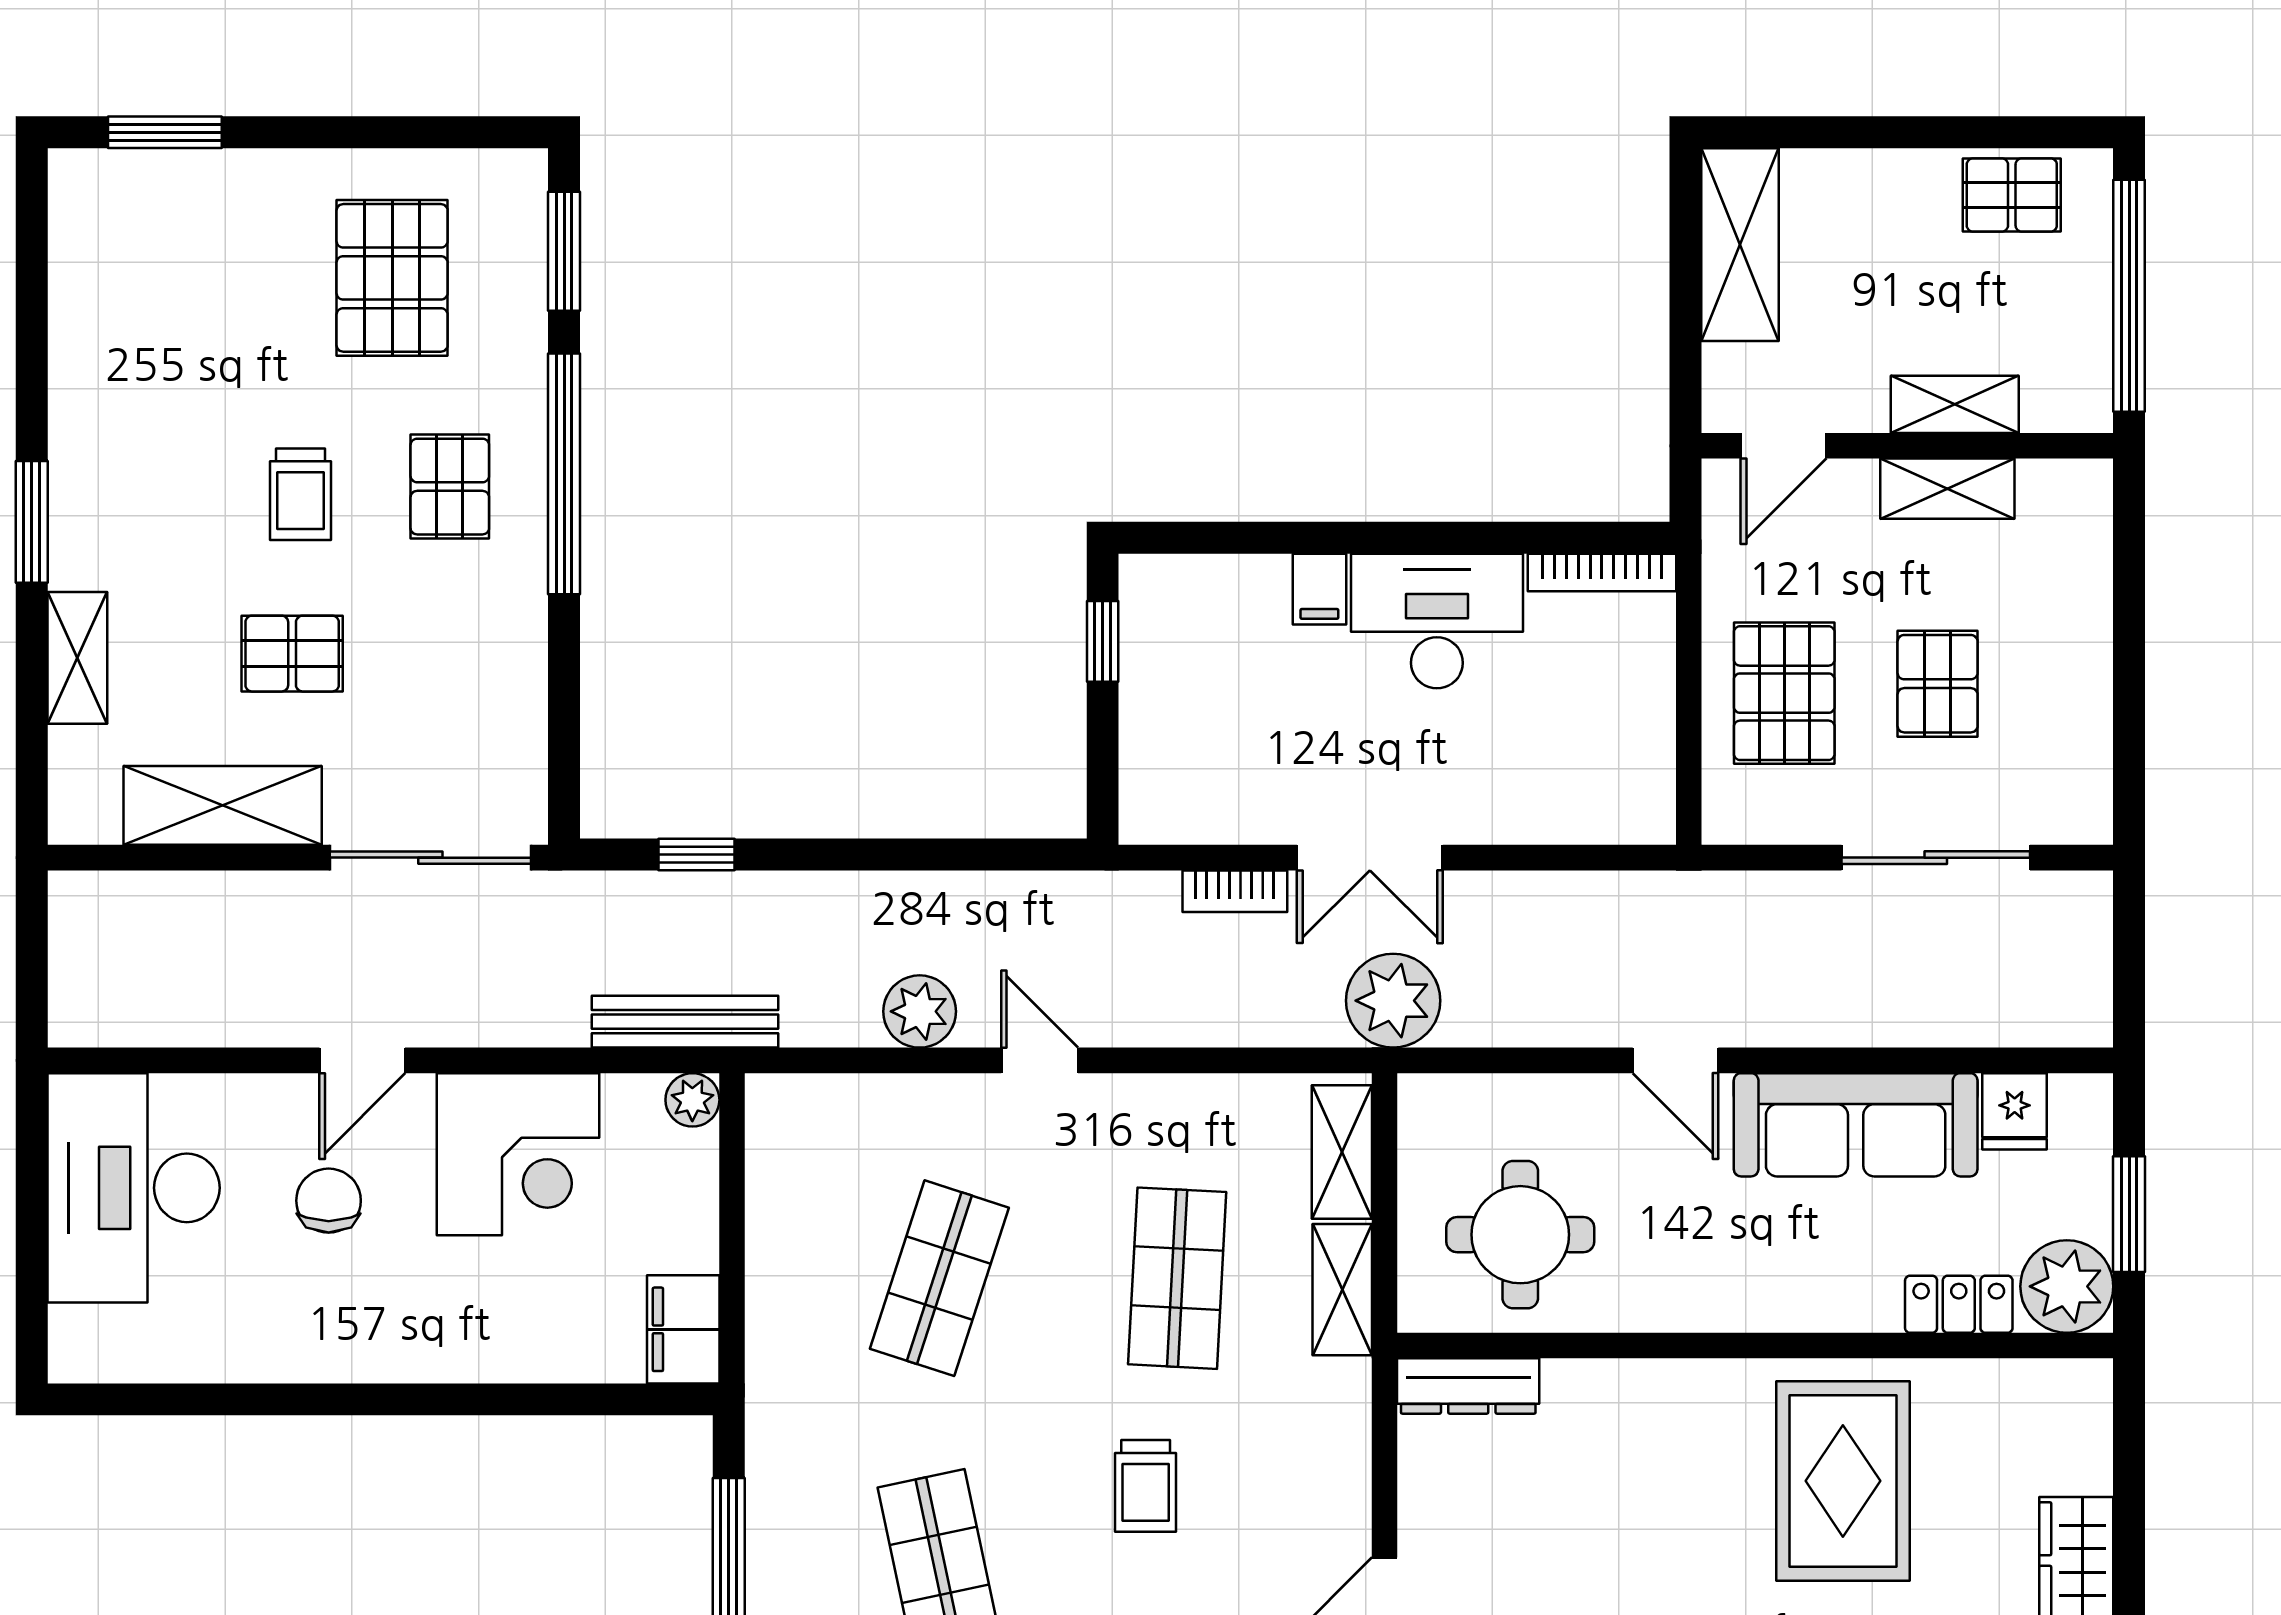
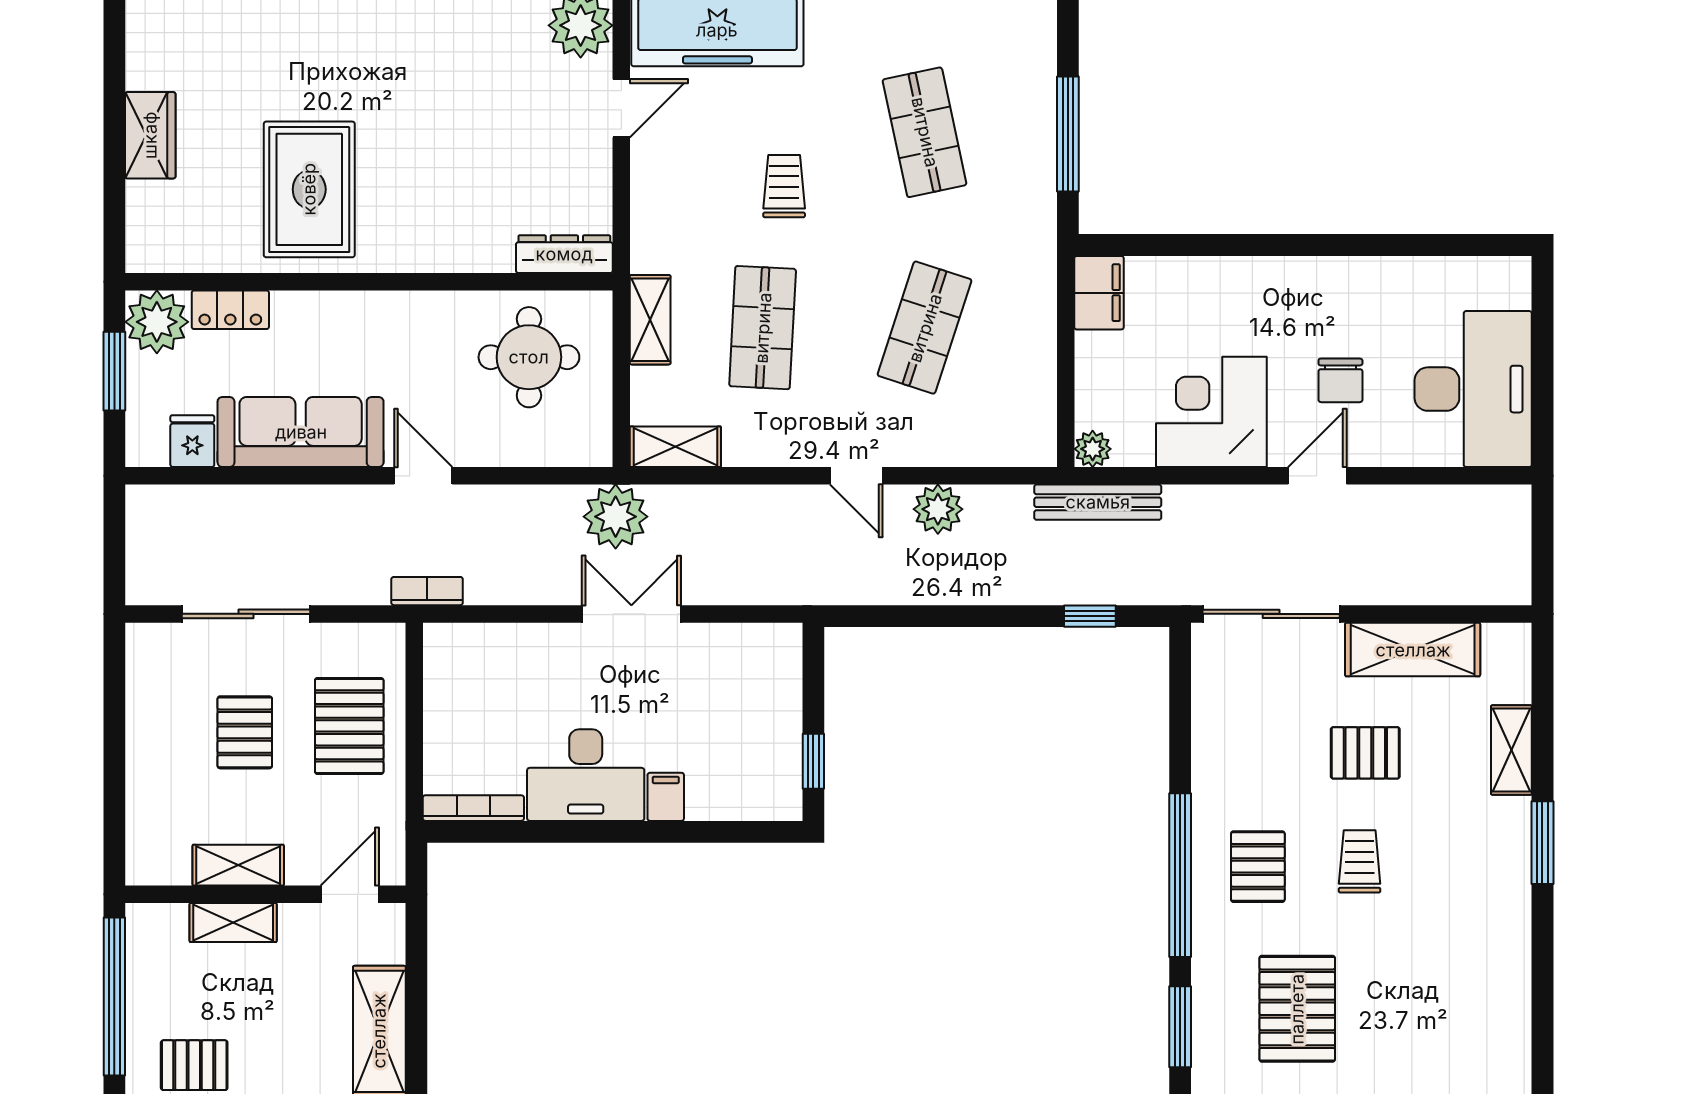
bookcase: (1235, 891) -> (427, 591), moved
shelving: (1342, 1152) -> (675, 447), moved, turned 90

